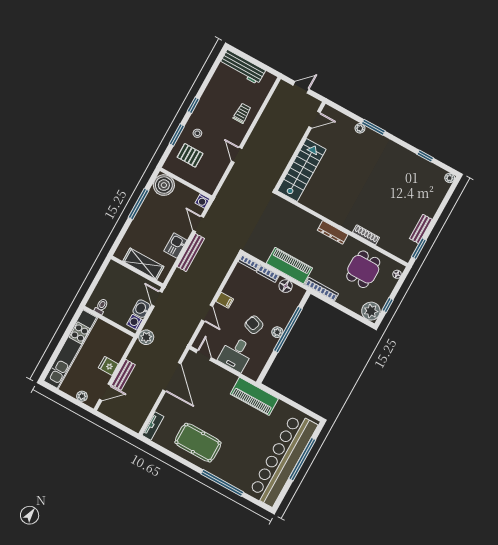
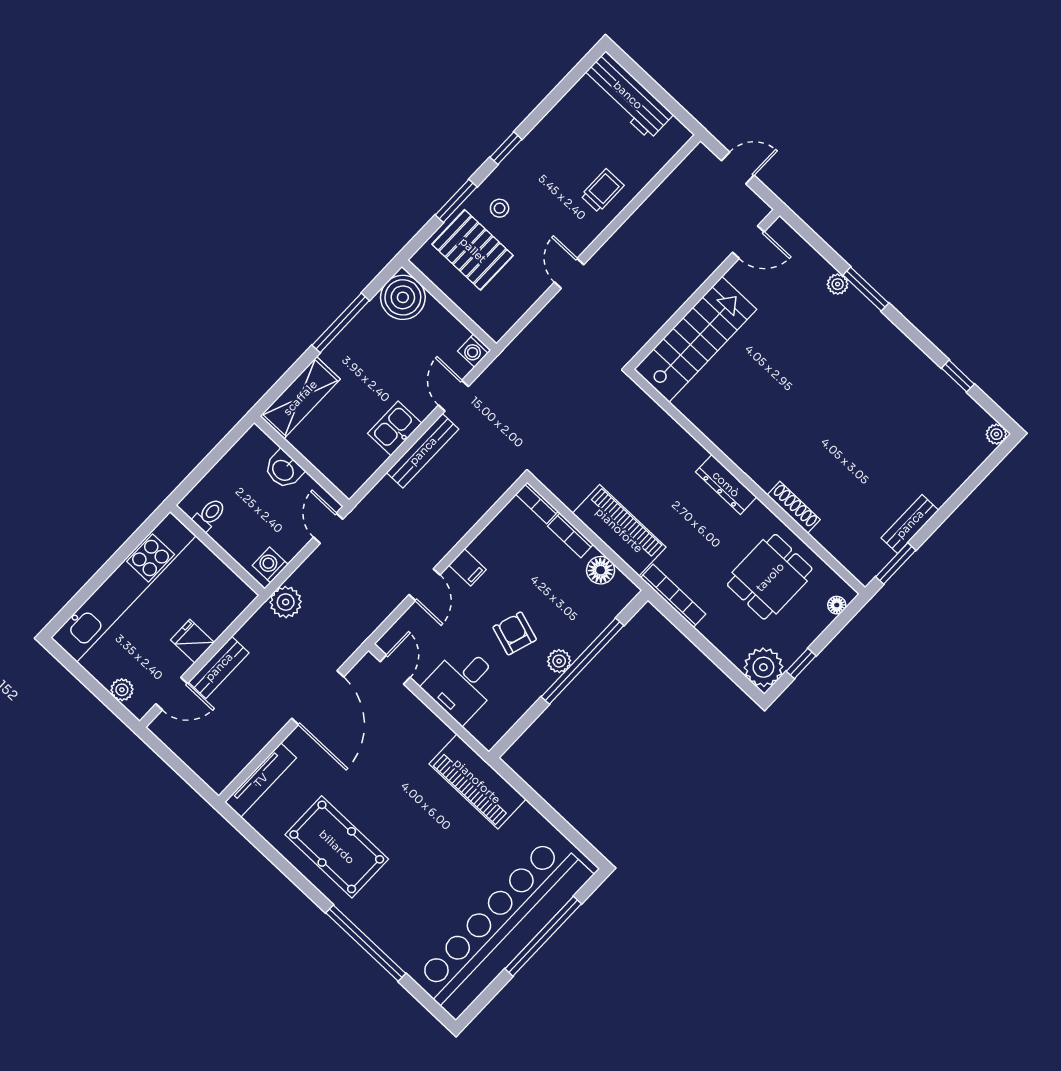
pallet: (190, 155) -> (473, 250), width x1.50, depth x1.42
shelving: (143, 264) -> (300, 398), moved, turned 90
washbasin: (141, 309) -> (284, 470), moved, turned -90
tv unit: (153, 426) -> (261, 780), width x1.41

